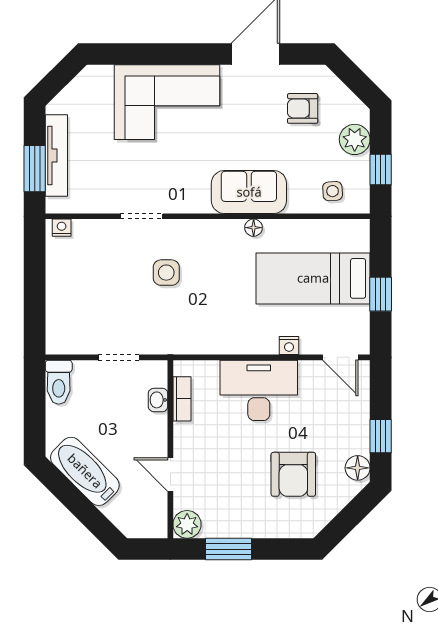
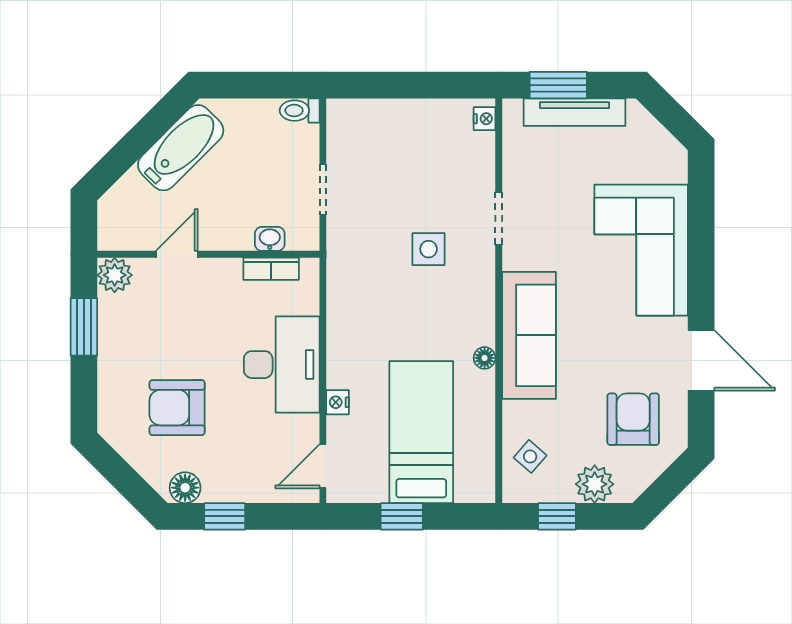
armchair: (303, 108) -> (633, 419), width x1.38, depth x1.38
side table: (333, 191) -> (530, 456), turned 45
sofa: (249, 192) -> (529, 335), width x1.36
toilet: (59, 382) -> (300, 111), width x0.73, depth x0.72

